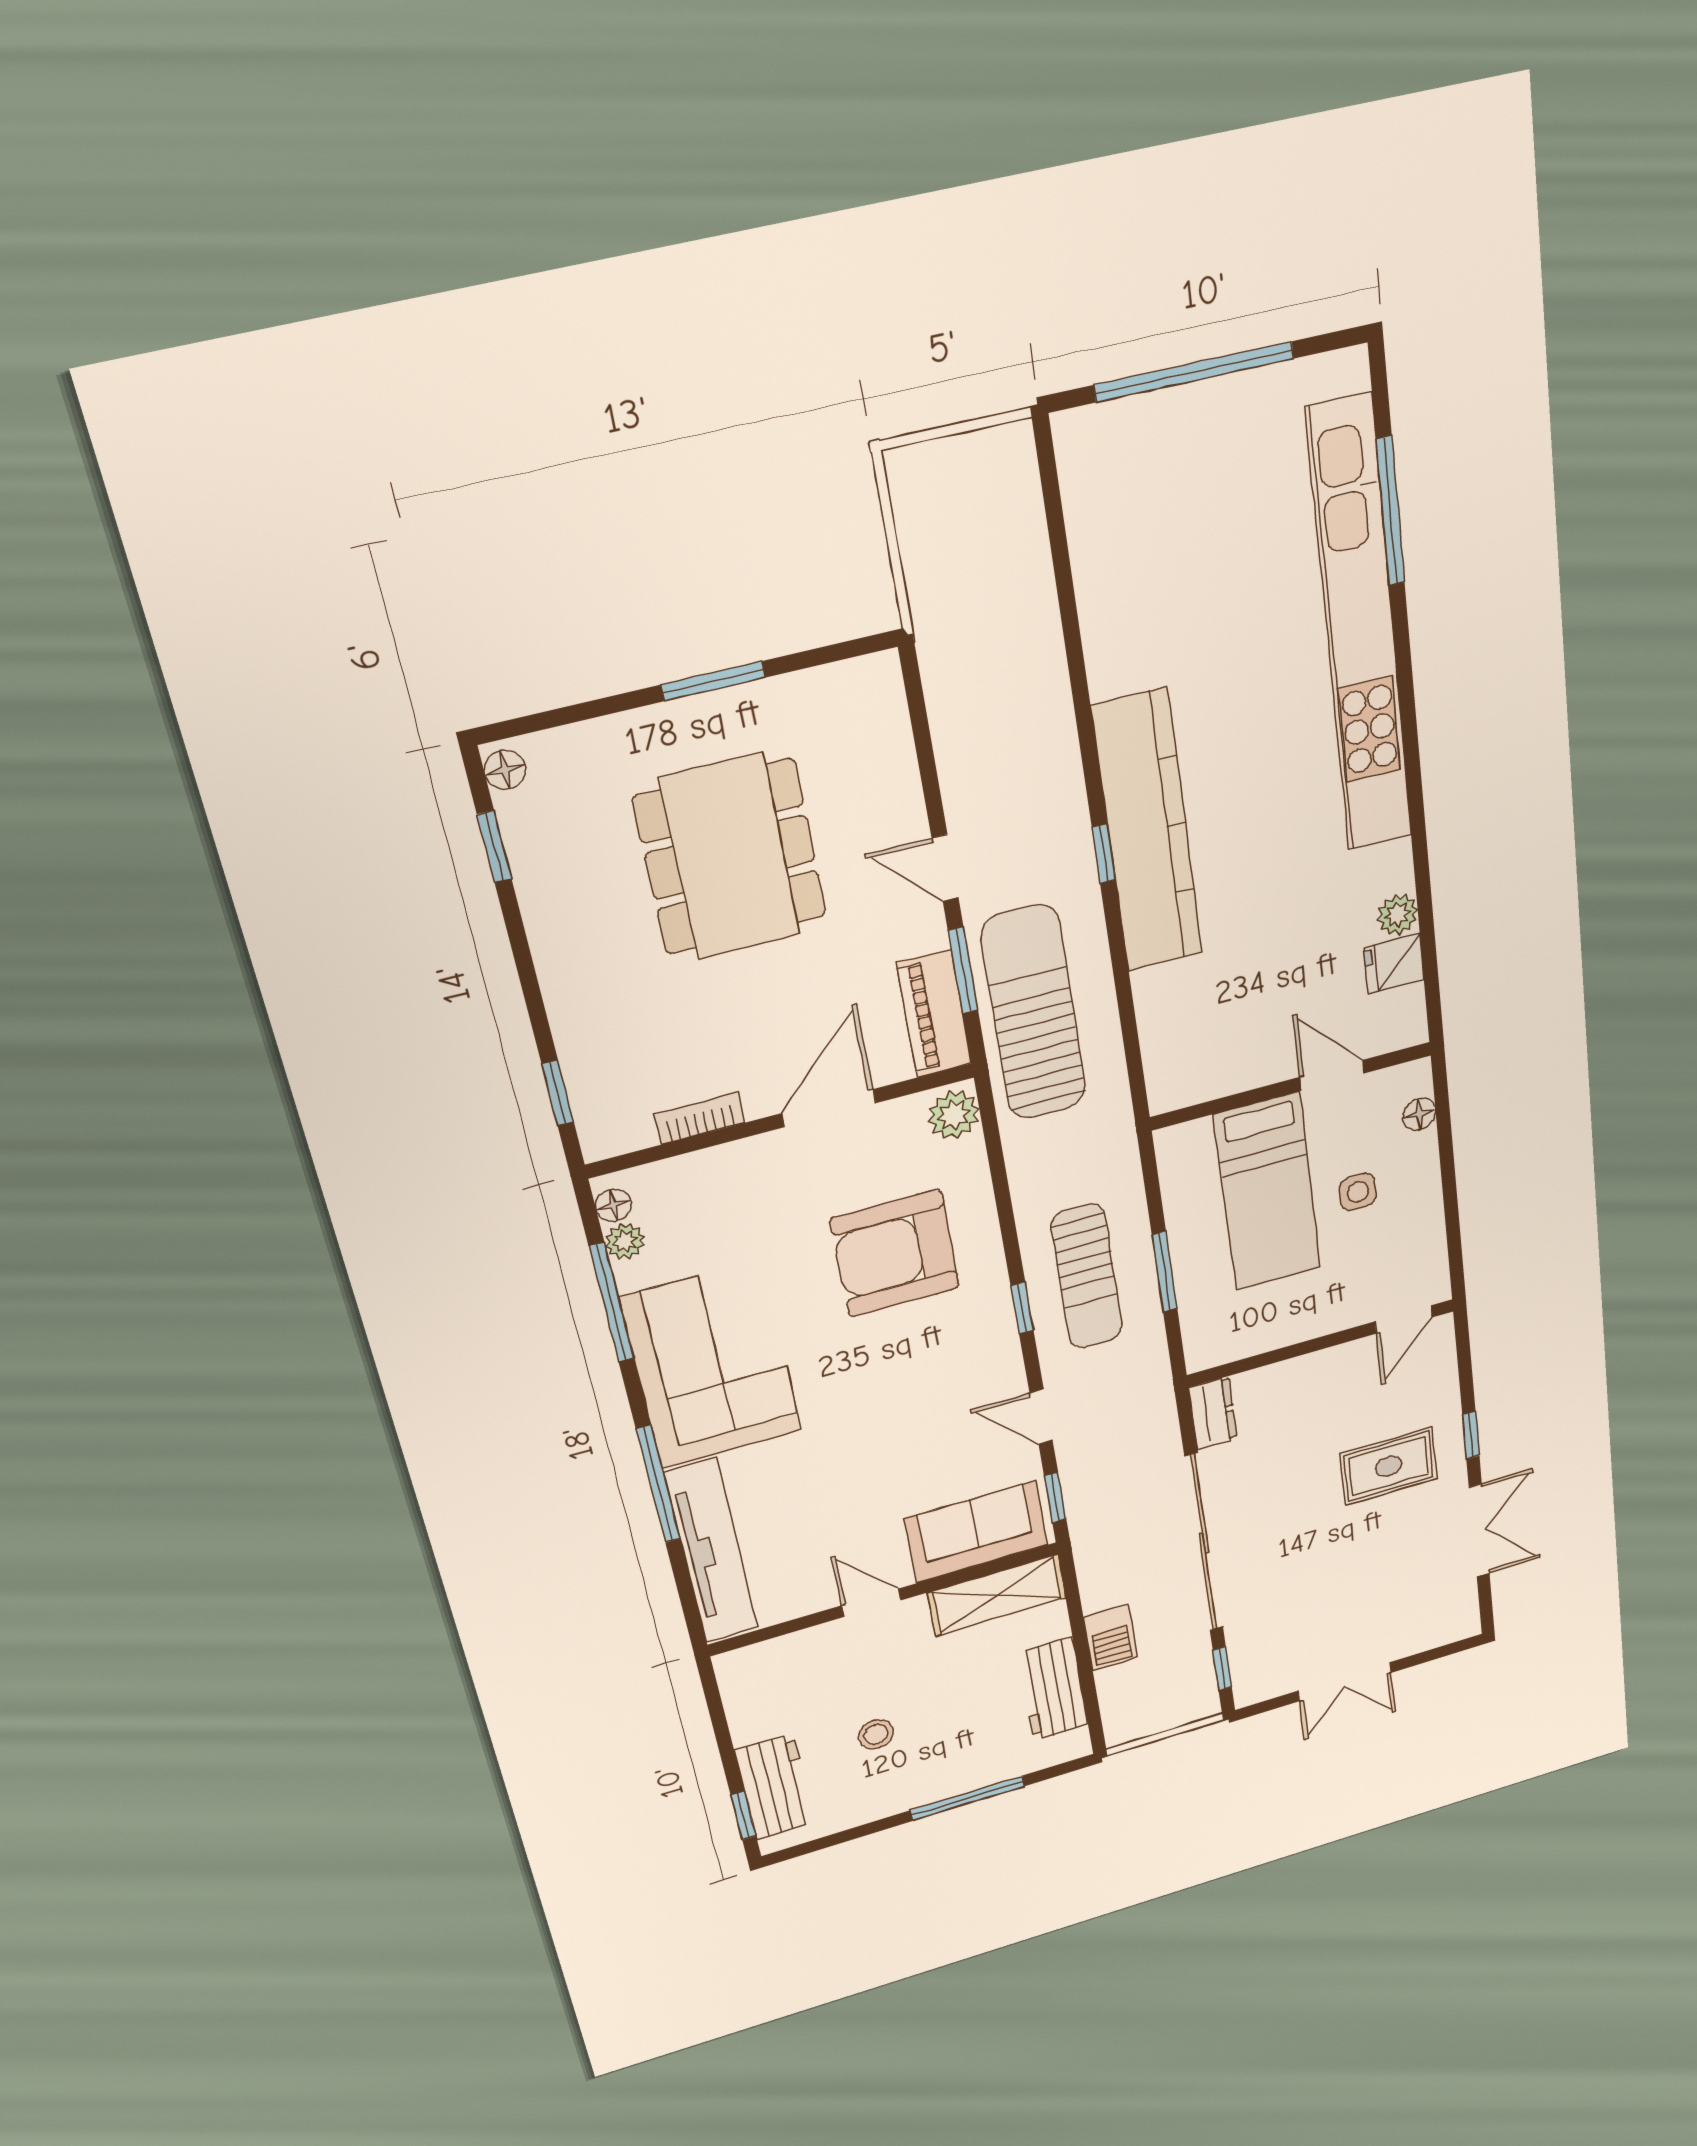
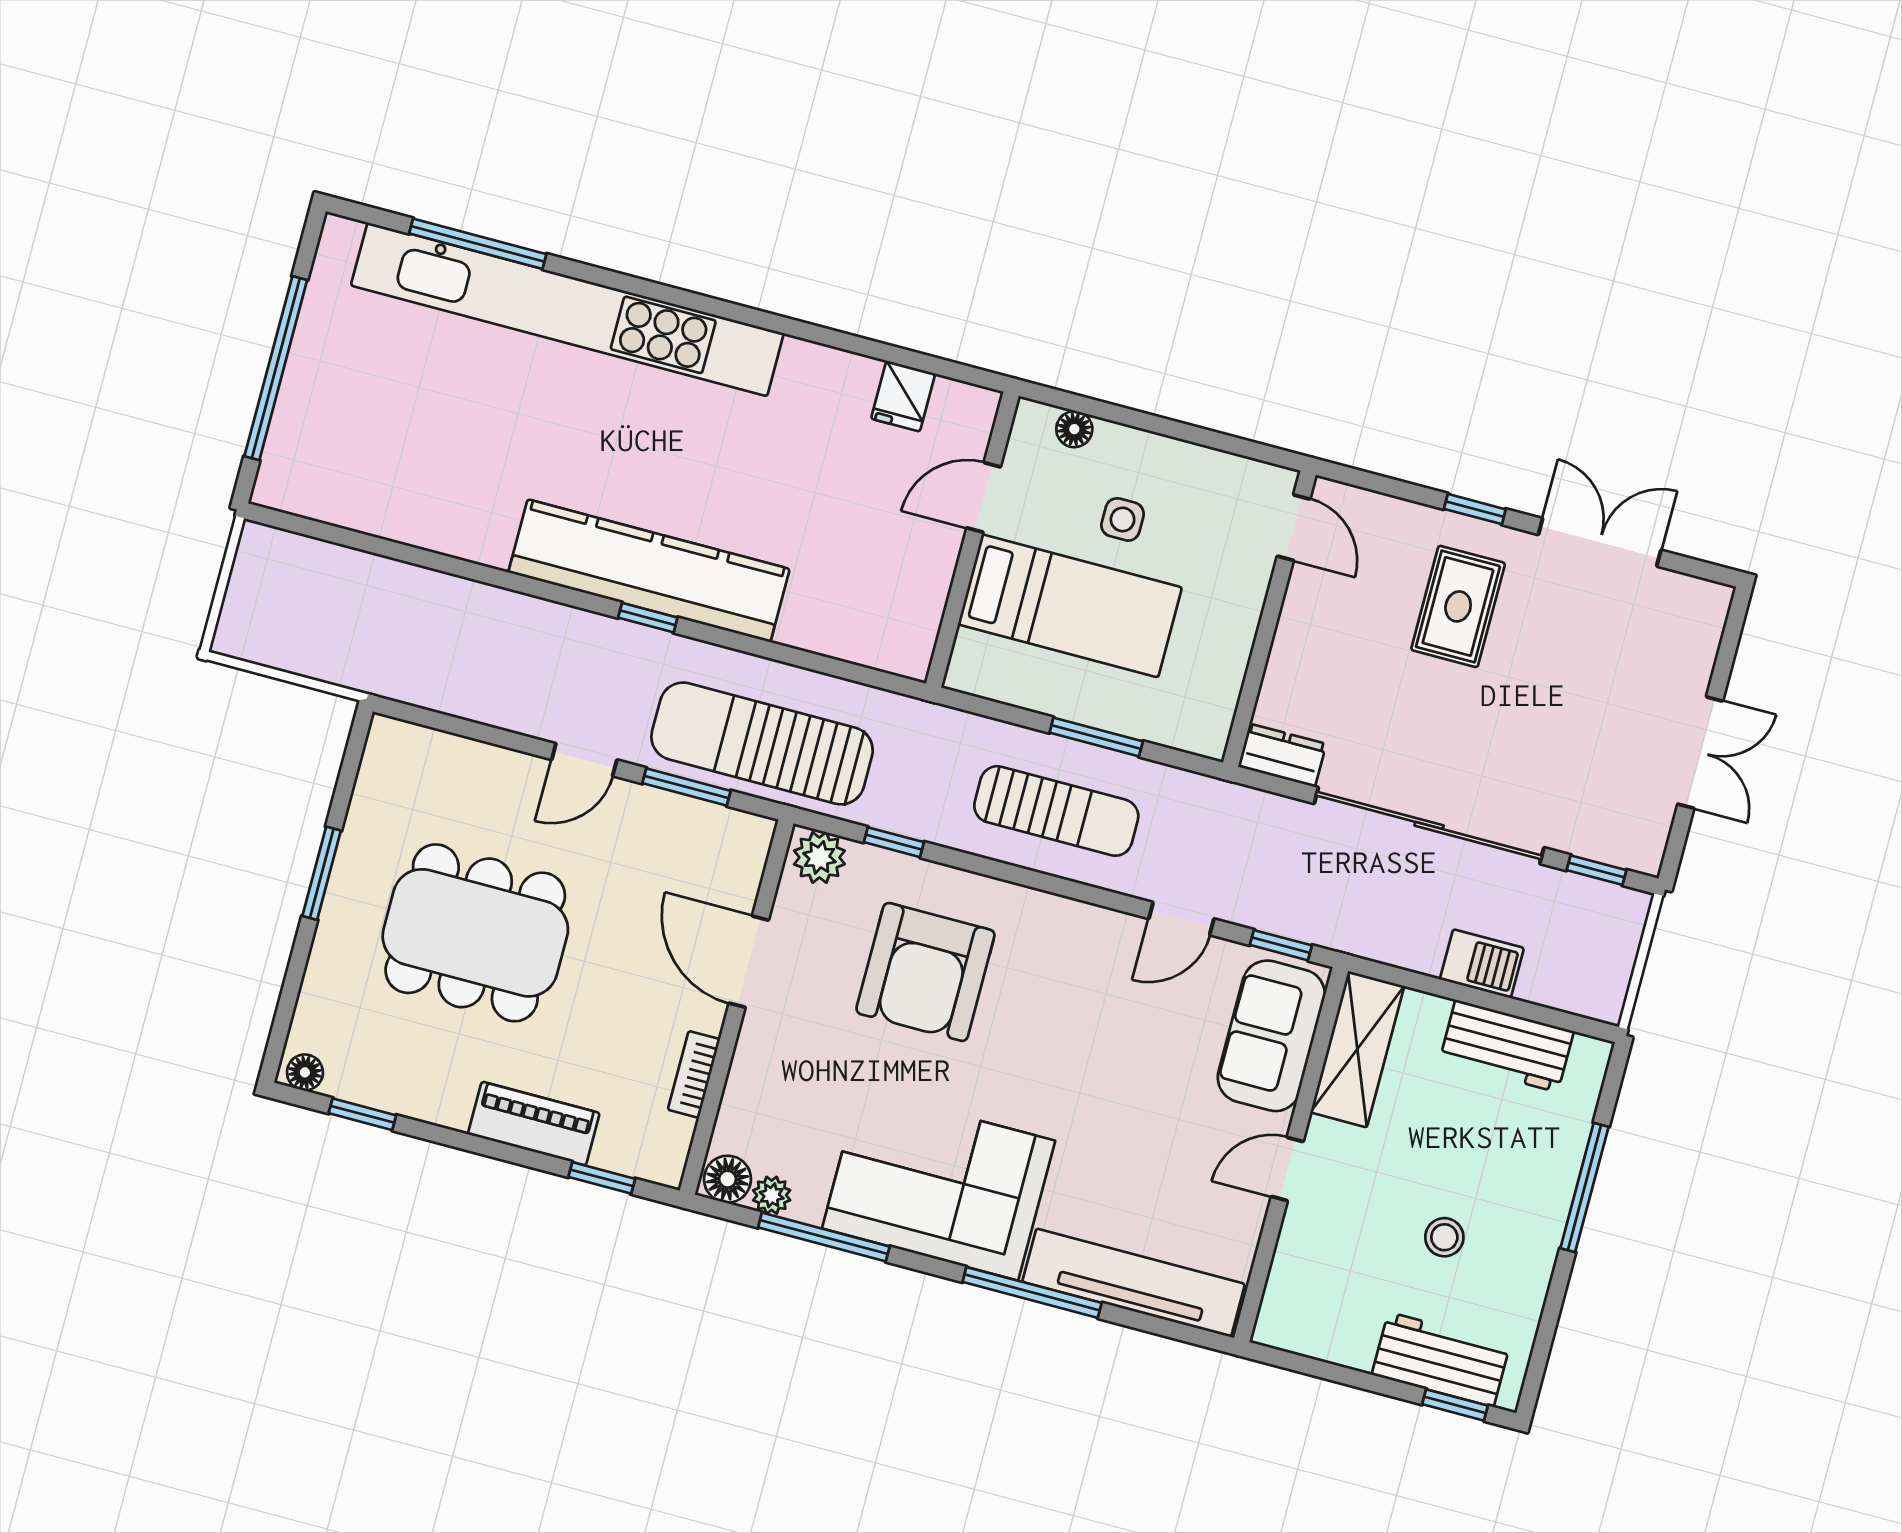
plant: (1398, 915) -> (856, 375), removed
piano: (934, 1014) -> (534, 1124), moved, turned 180
floor lamp: (614, 1205) -> (728, 1179), width x1.37, depth x1.37
window: (1022, 1308) -> (894, 842), moved

